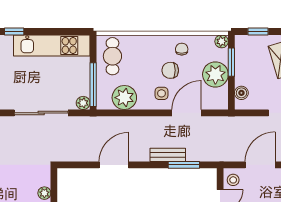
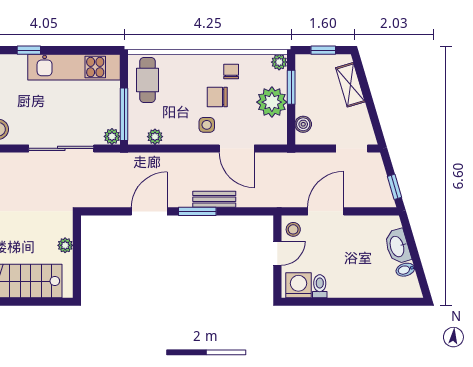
plant: (124, 98) -> (155, 137), width x0.53, depth x0.53
door: (186, 113) -> (237, 148), swing flipped
window: (184, 165) -> (197, 211), moved

